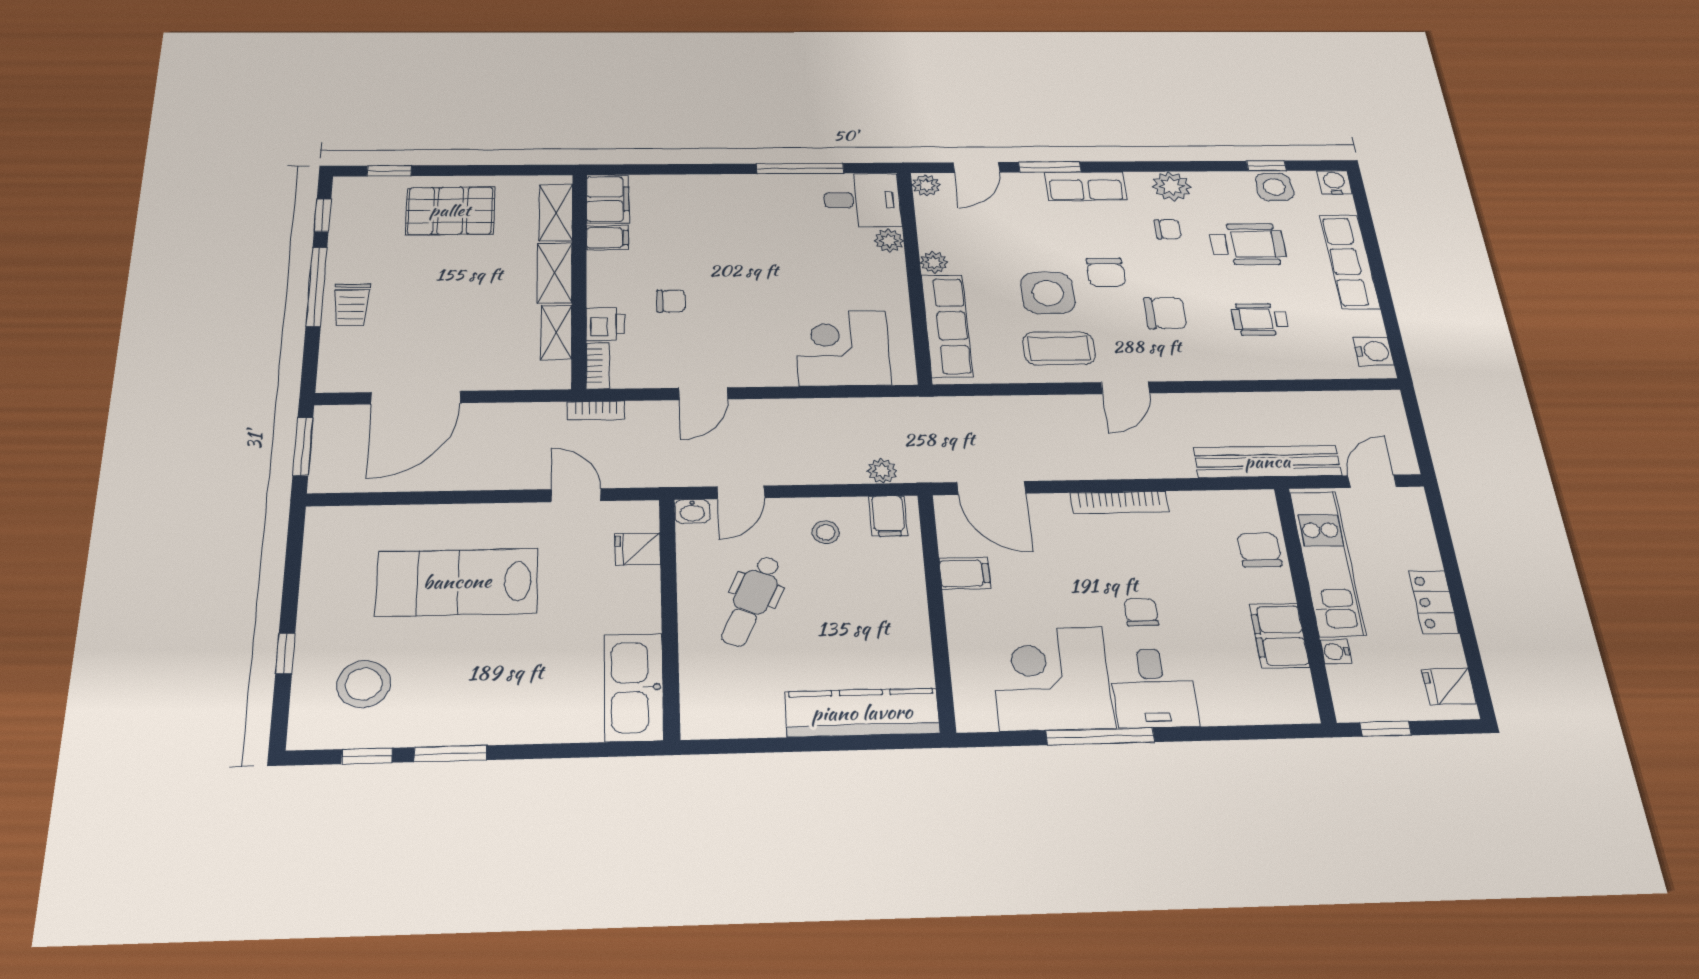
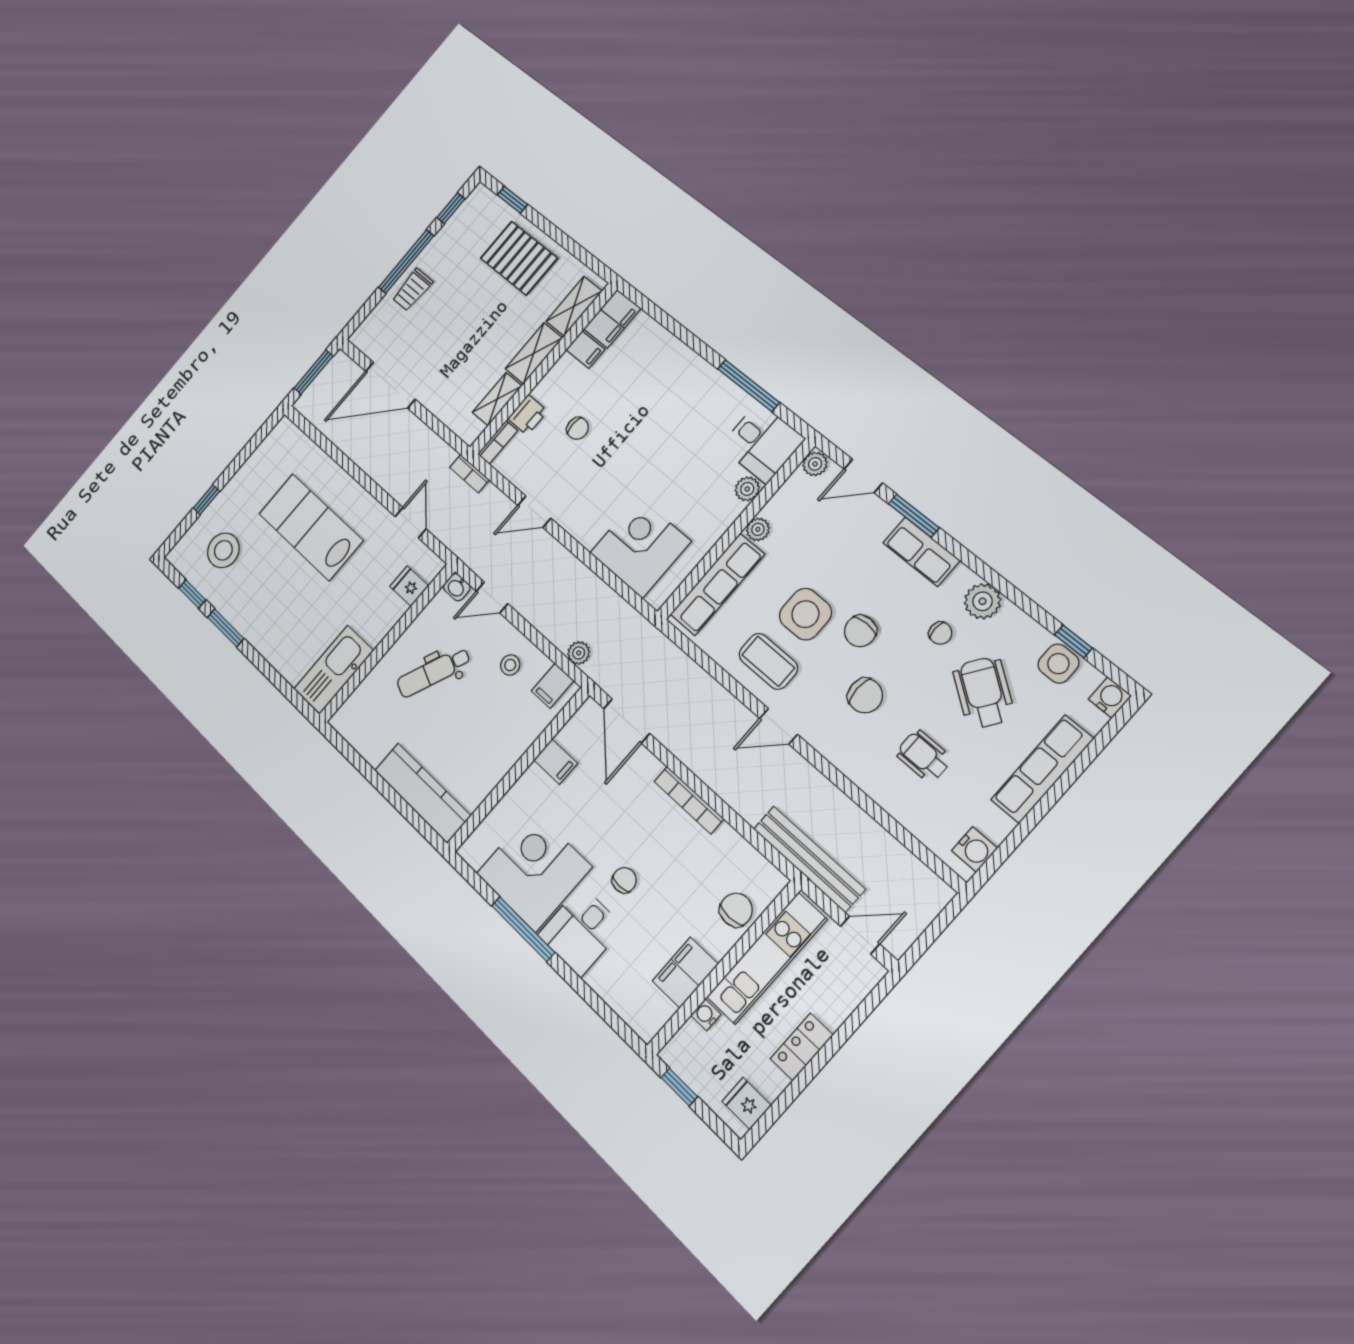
wheelchair: (1248, 244) -> (984, 693), turned -145

